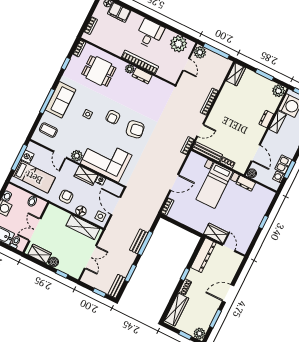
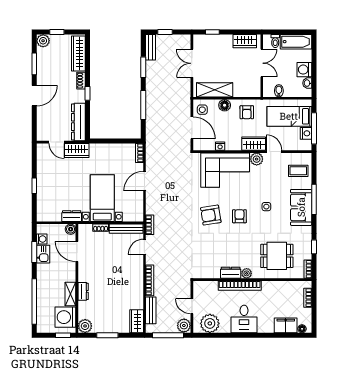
wardrobe: (86, 176) -> (254, 144), moved
bench: (139, 241) -> (151, 310), moved
boiler: (53, 262) -> (227, 40), removed

